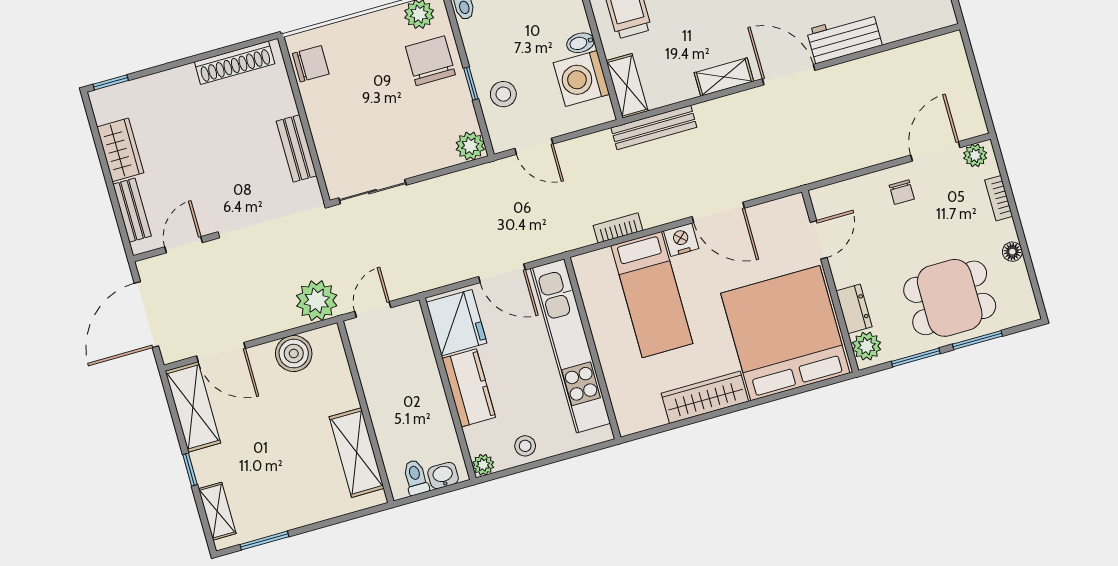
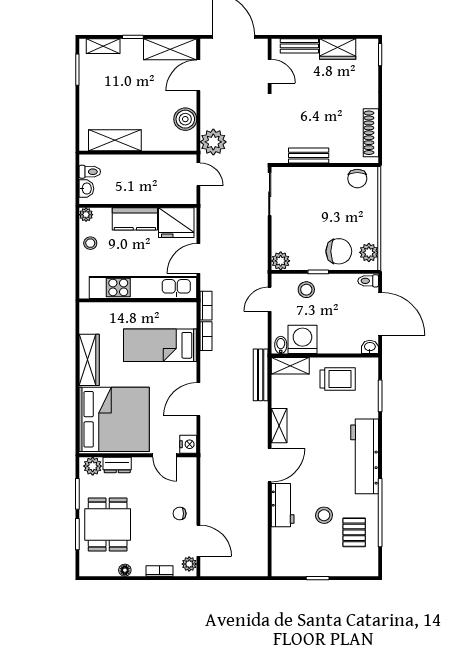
bidet: (581, 43) -> (281, 345), moved
nightstand: (681, 240) -> (188, 444), moved
bookcase: (571, 241) -> (206, 306), added

